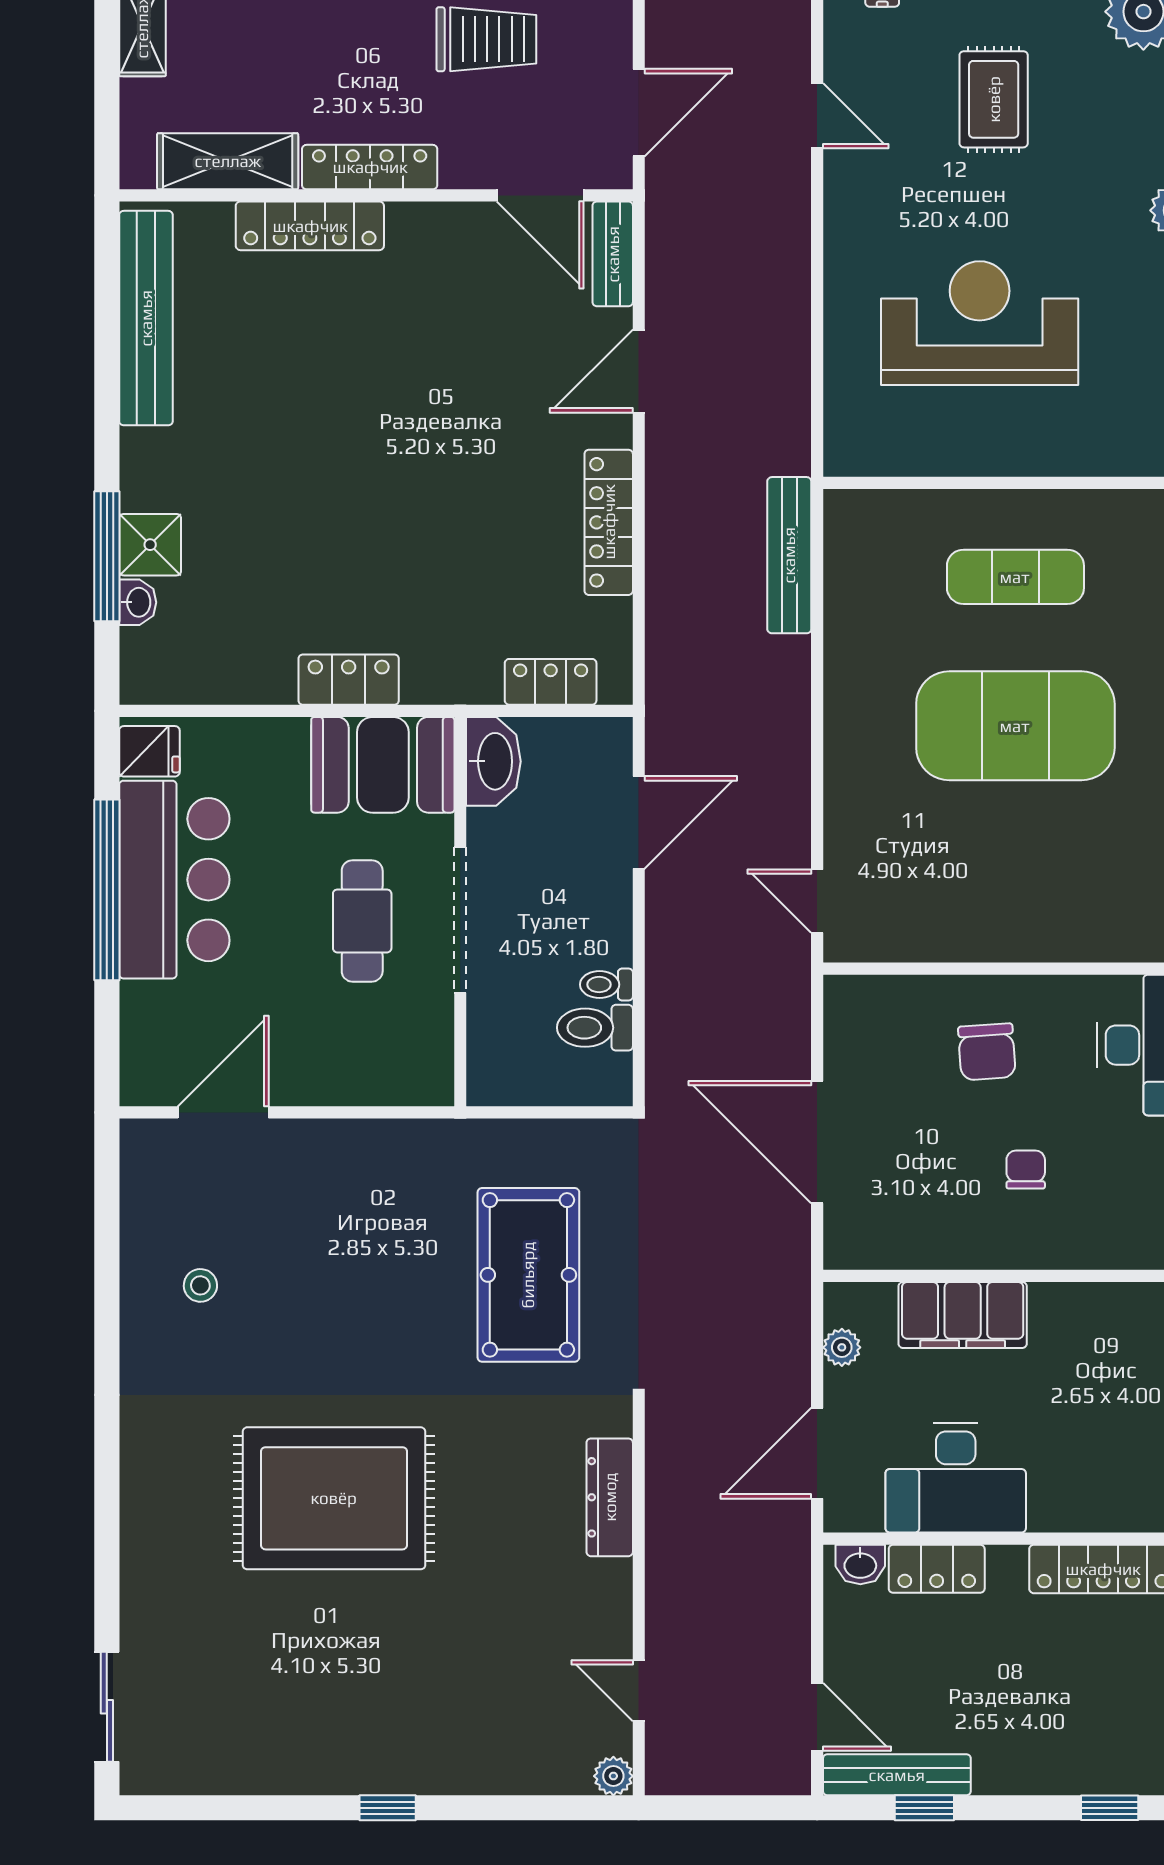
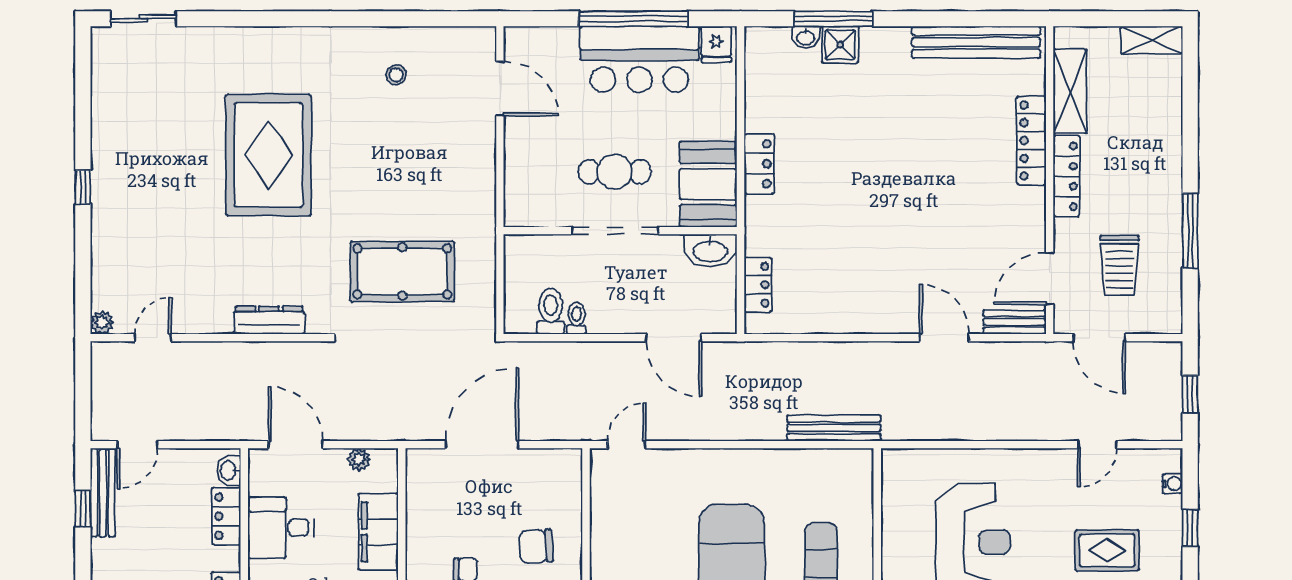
trolley: (486, 39) -> (1120, 265), moved
locker: (609, 522) -> (854, 320), removed
desk: (956, 1478) -> (281, 528), width x0.73

